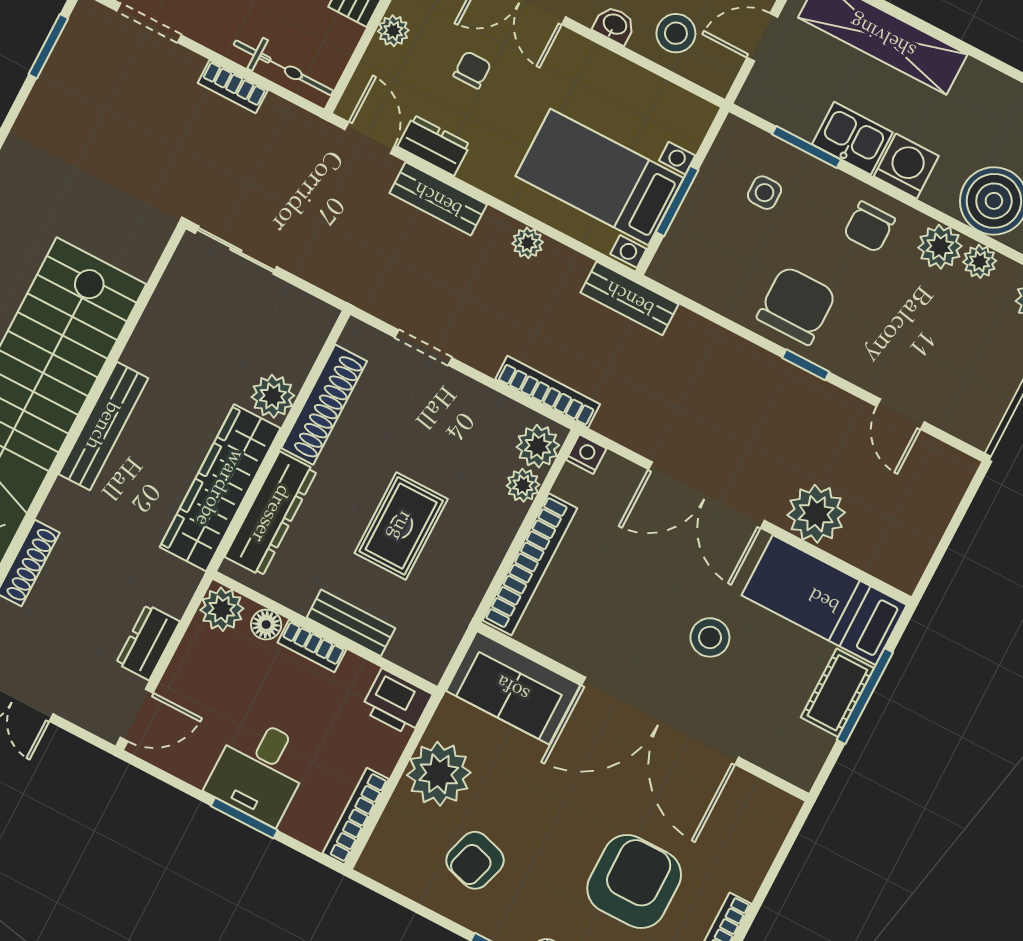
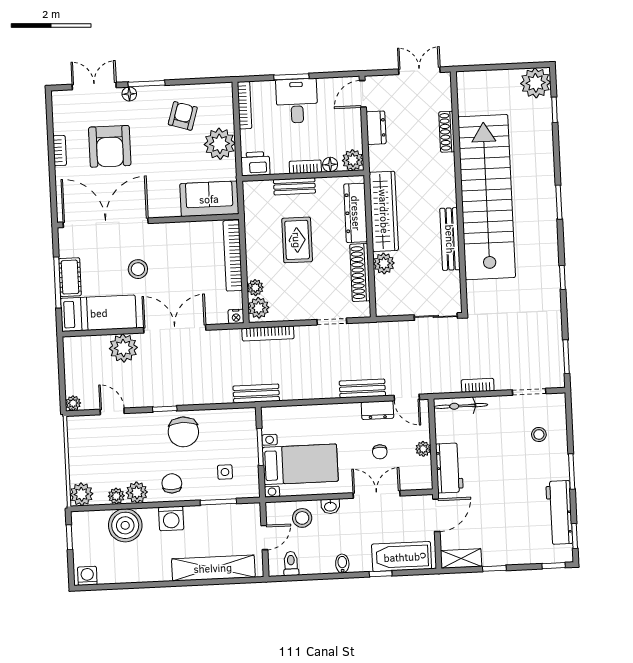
kitchen sink: (852, 138) -> (201, 517), removed
bed with nightstands: (599, 177) -> (300, 464), moved
plant: (528, 243) -> (73, 403), moved
bench: (103, 426) -> (450, 239), moved
double door: (660, 721) -> (106, 223), moved

